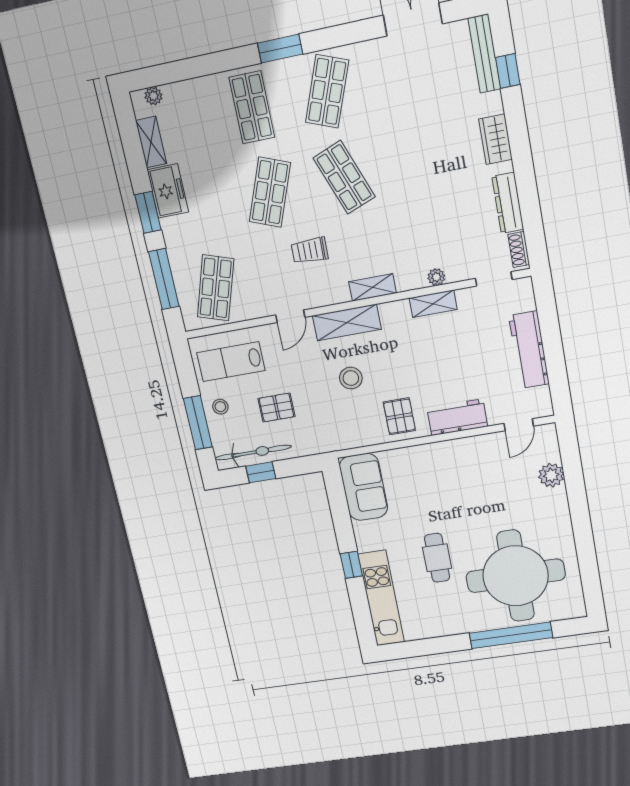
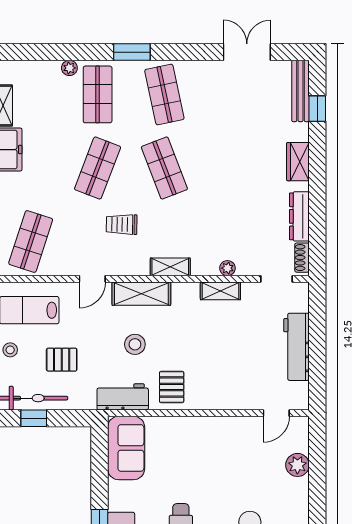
shop shelf: (327, 91) -> (164, 94), turned -33
plant: (153, 96) -> (69, 68), moved
workbench: (457, 417) -> (123, 397), moved

